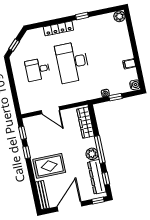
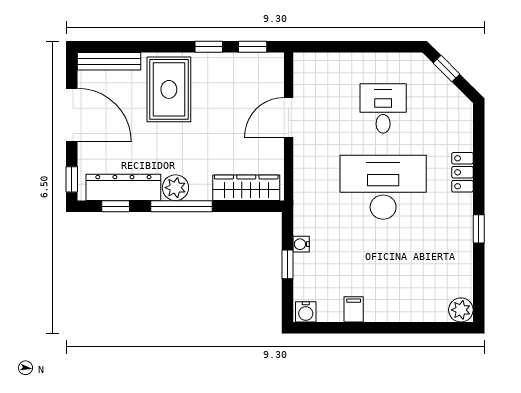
locker: (58, 28) -> (462, 172), width x0.66

